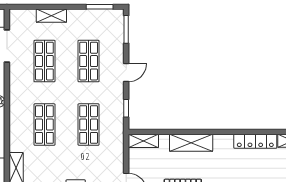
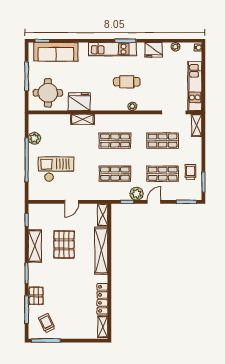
shelving: (51, 16) -> (197, 125), moved
trolley: (86, 24) -> (190, 172), added
door: (126, 72) -> (154, 202), swing flipped
plant: (115, 96) -> (137, 194), added
shelving: (191, 143) -> (101, 251), width x1.47

